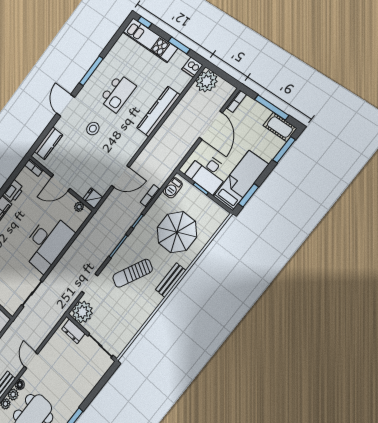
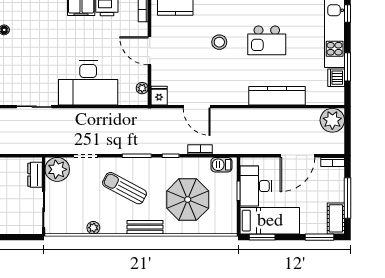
dishwasher: (192, 67) -> (336, 78), moved
plant: (141, 319) -> (93, 228), added

